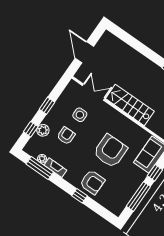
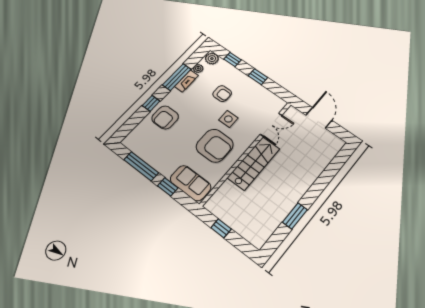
door: (84, 52) -> (319, 118), hinge flipped
side table: (80, 115) -> (228, 119), moved
plant: (43, 130) -> (212, 59), moved
armchair: (110, 151) -> (215, 146), moved
window: (40, 168) -> (177, 77), moved

